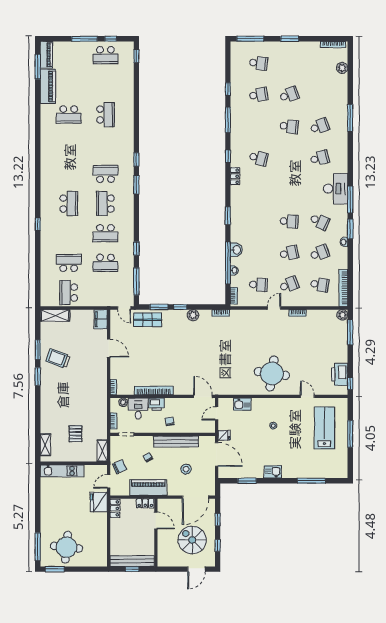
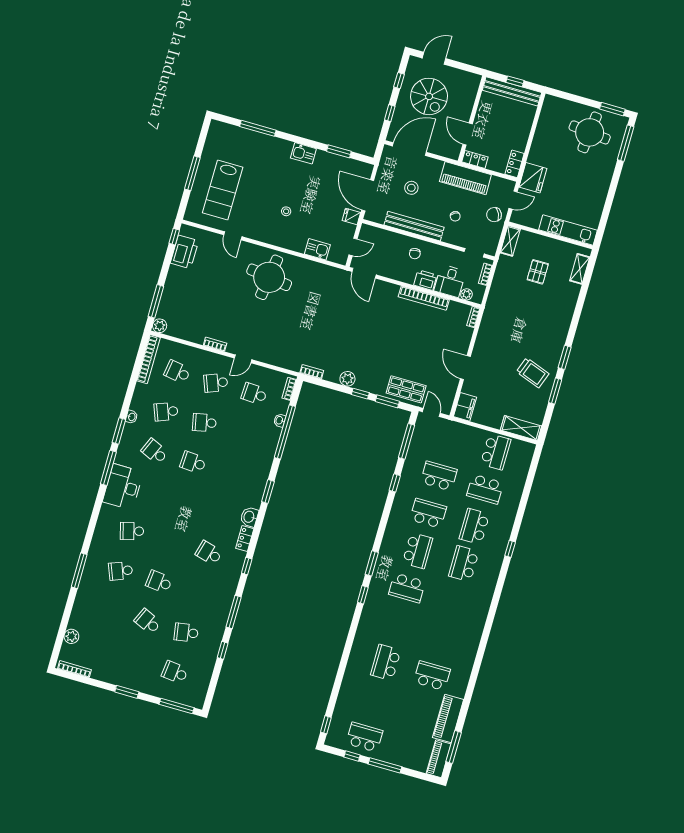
school desk: (289, 95) -> (148, 622), turned 45
school desk: (69, 233) -> (474, 526), added
washbasin: (236, 250) -> (249, 517), moved

